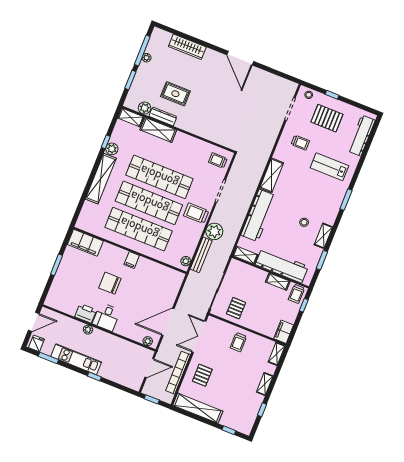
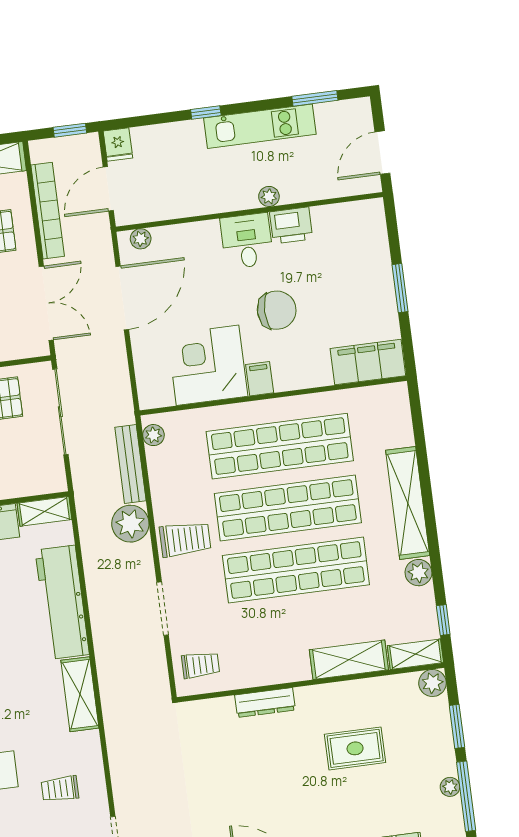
plant: (145, 108) -> (432, 683), moved
dresser: (163, 116) -> (265, 702), moved
window: (106, 142) -> (443, 620), moved
corner desk: (149, 277) -> (208, 365), added
fridge: (36, 343) -> (118, 145), moved

